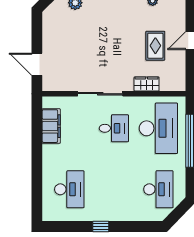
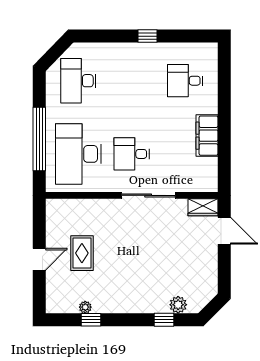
wardrobe: (147, 84) -> (203, 207), moved
filing cabinet: (51, 126) -> (207, 136), moved
desk: (69, 189) -> (185, 81), width x0.73

